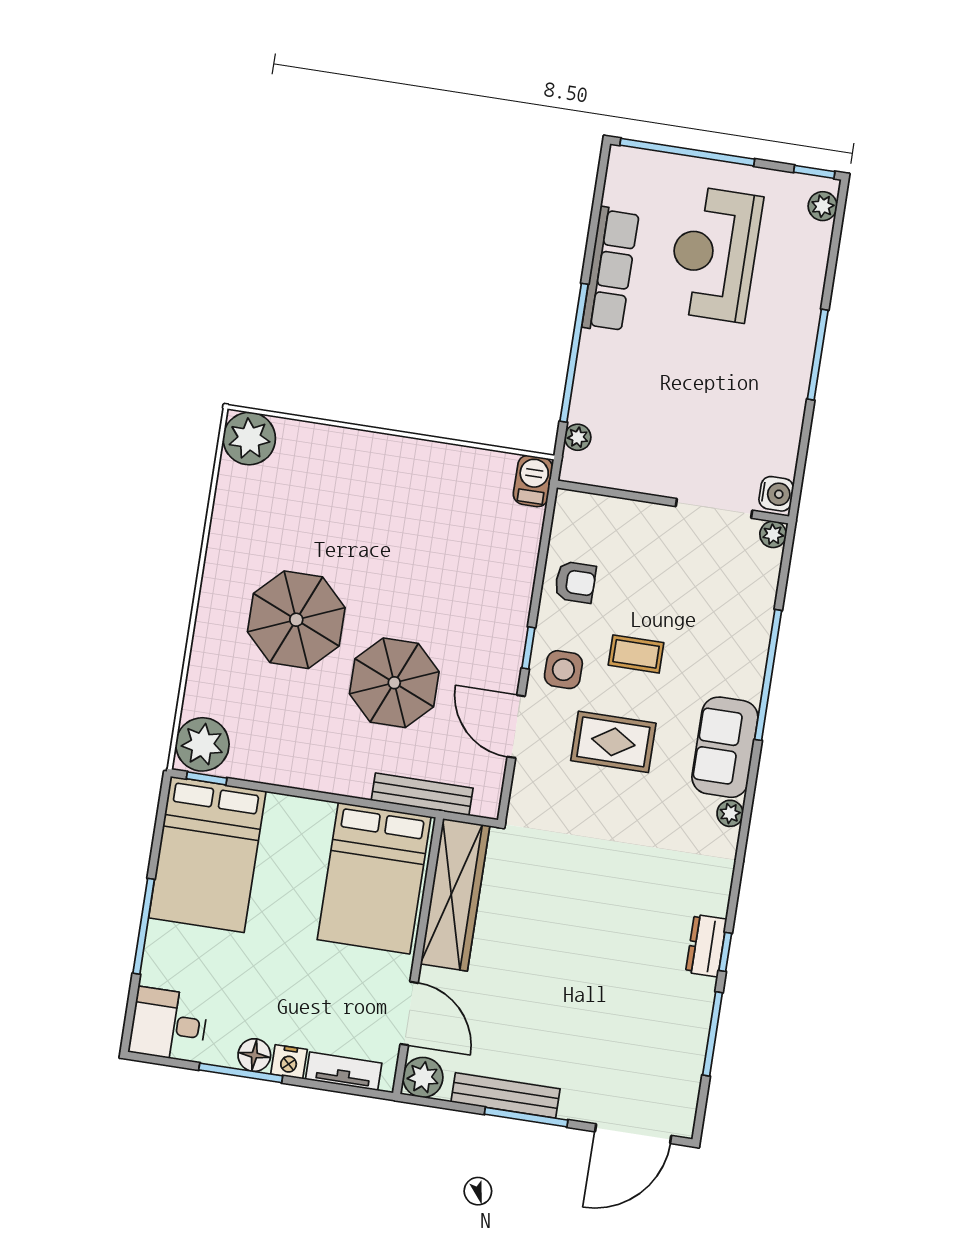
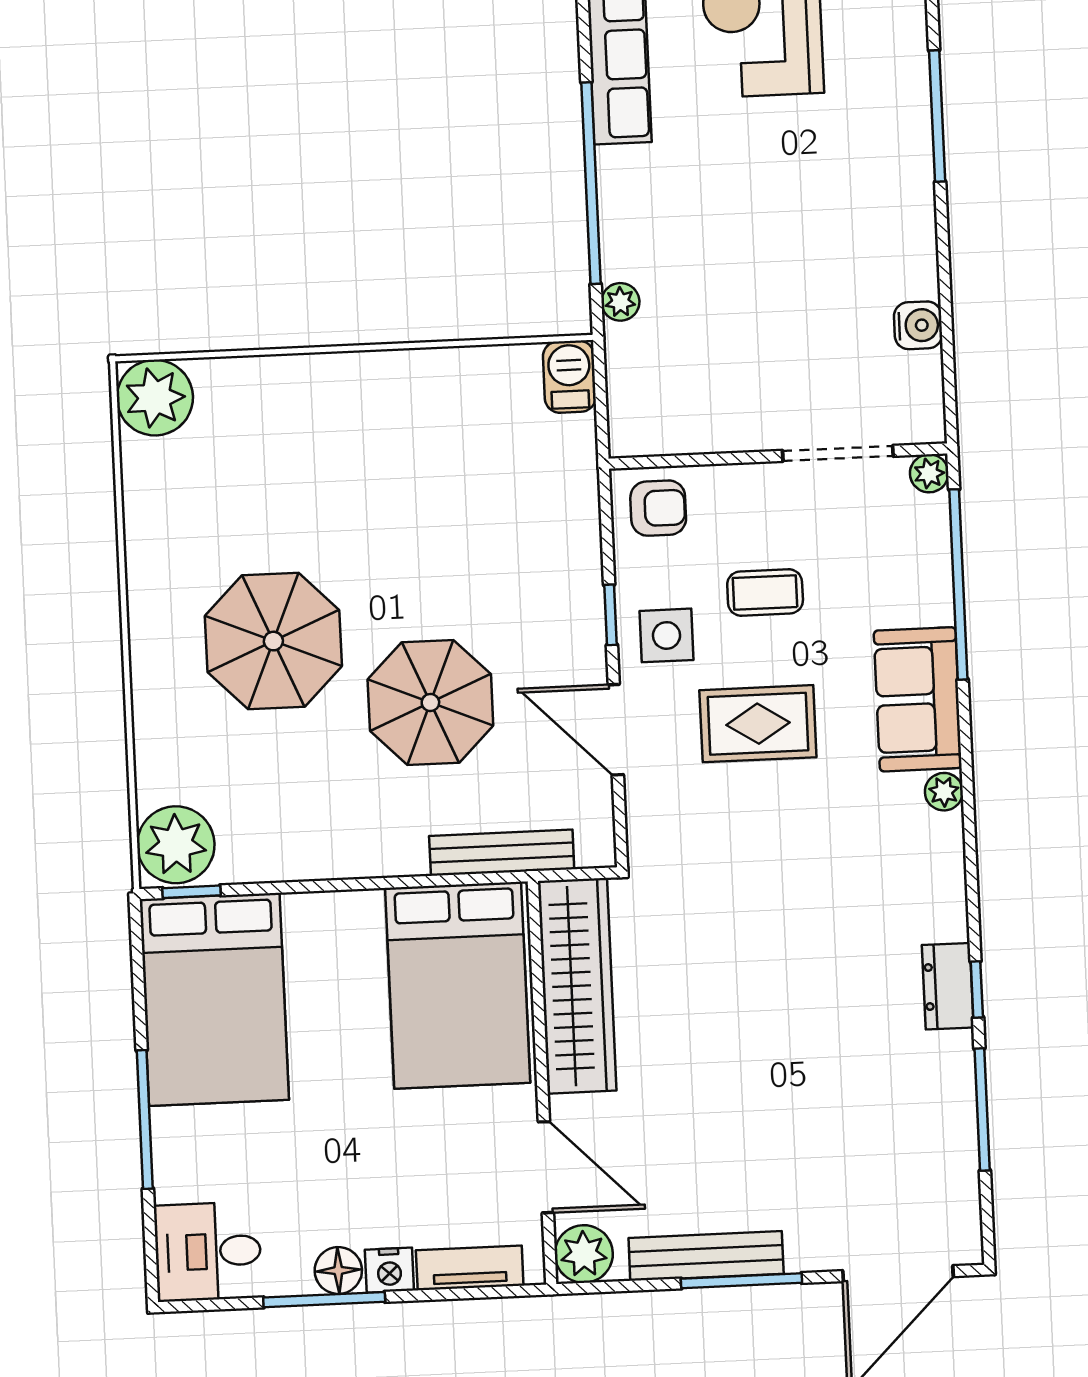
wall: (673, 502) -> (778, 456), moved
doorway: (714, 508) -> (838, 453), moved
plant: (773, 534) -> (929, 473), moved

